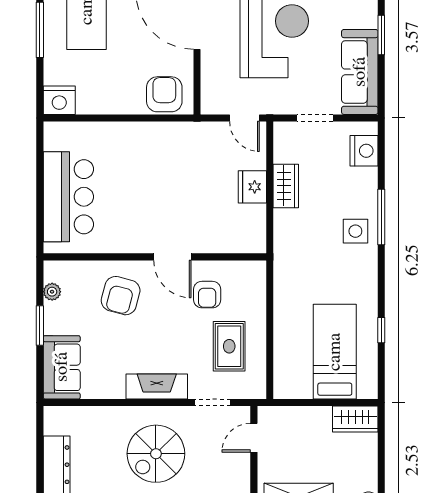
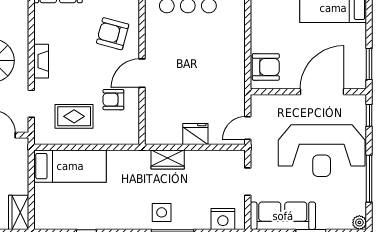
wardrobe: (286, 186) -> (168, 159), moved
bed: (335, 352) -> (70, 166), moved
fireplace: (157, 387) -> (41, 61), width x0.73, depth x0.76

